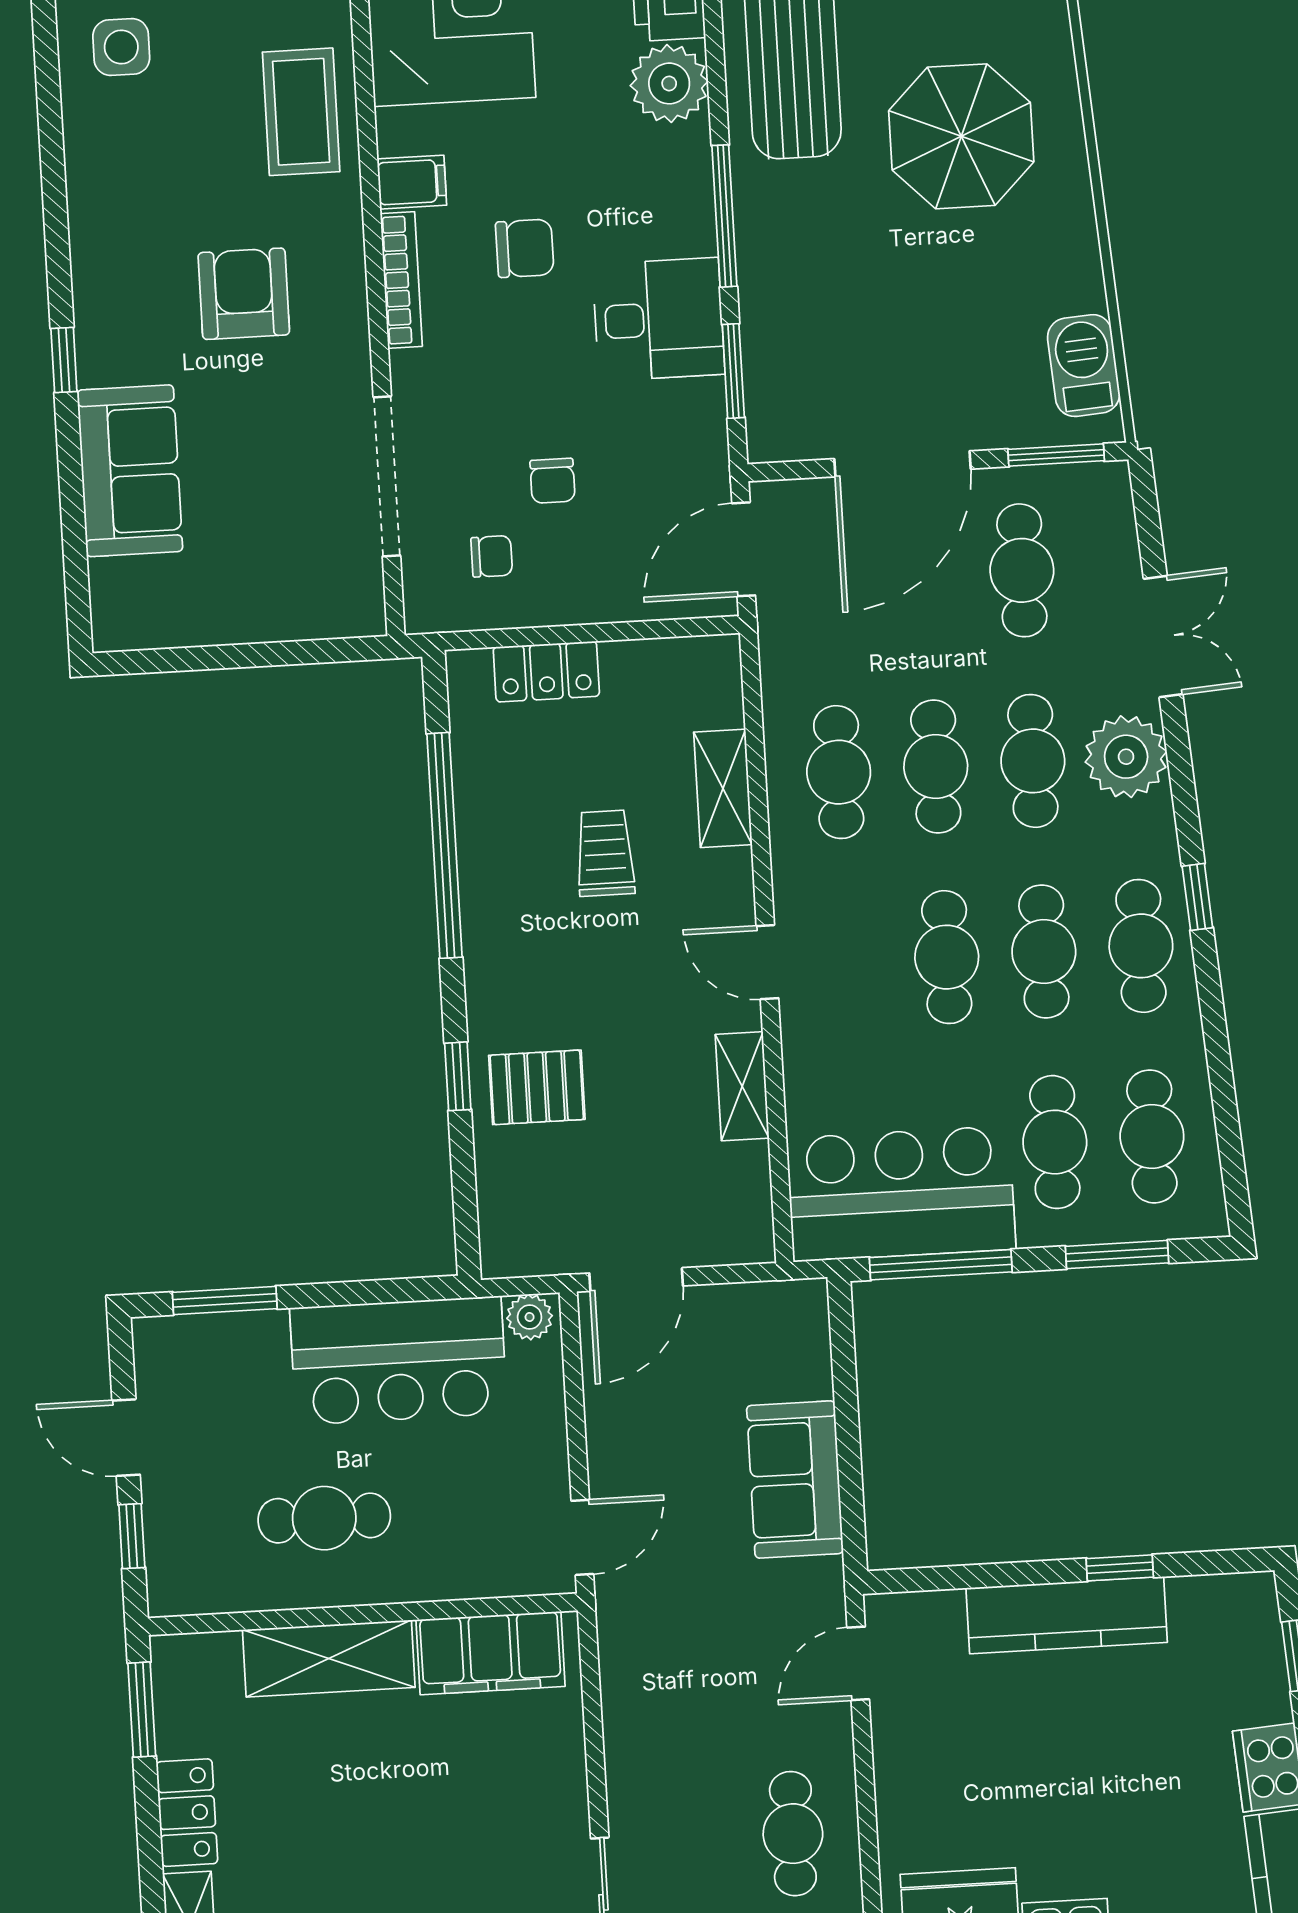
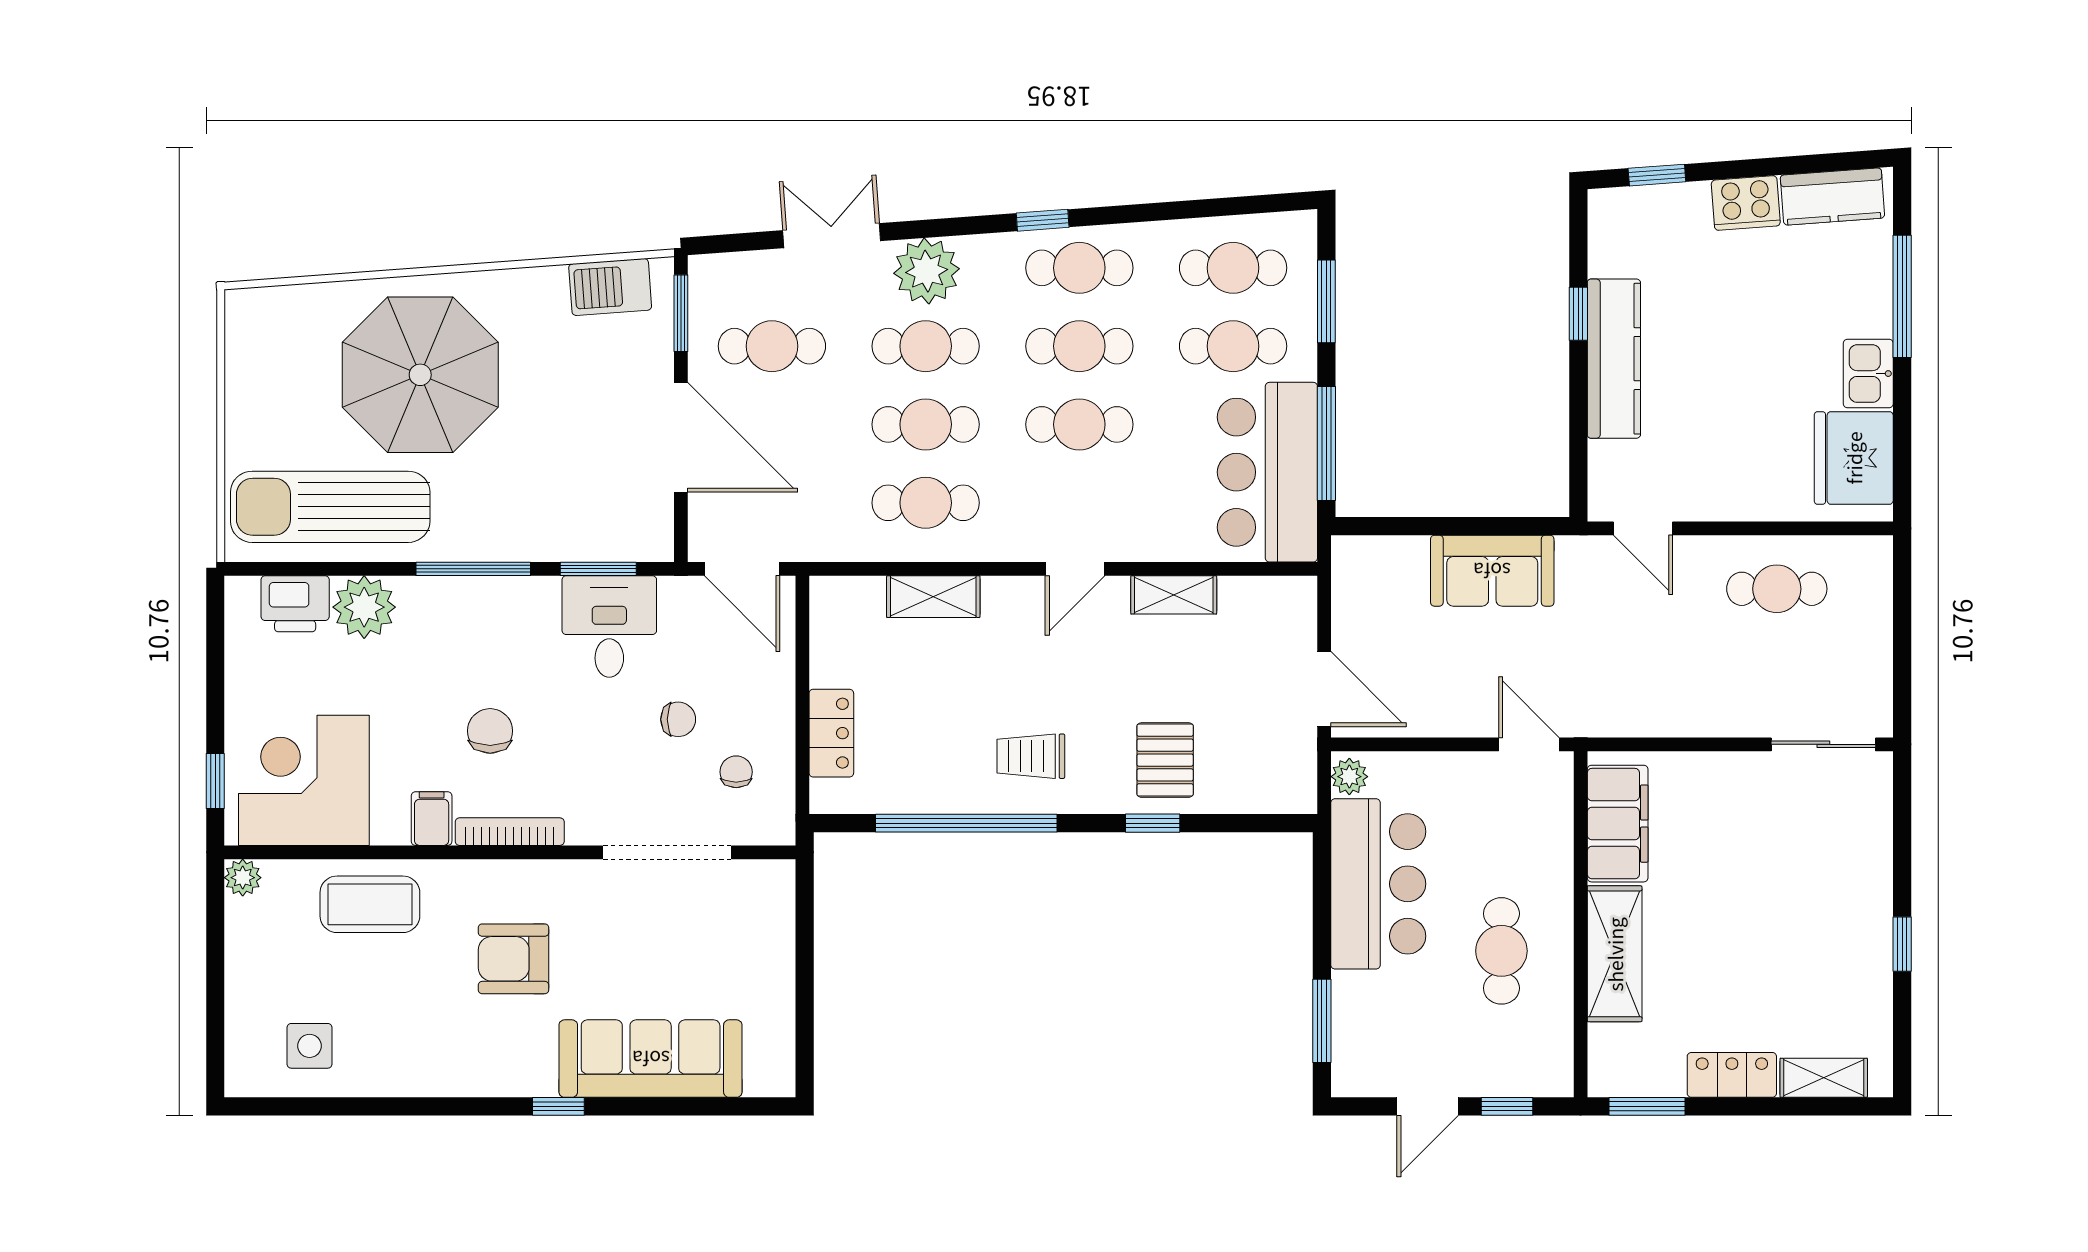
parasol: (961, 136) -> (420, 375), width x1.36, depth x1.36
desk: (659, 319) -> (609, 627), moved
sofa: (130, 471) -> (651, 1059), width x1.36
trolley: (605, 853) -> (1031, 756), moved

